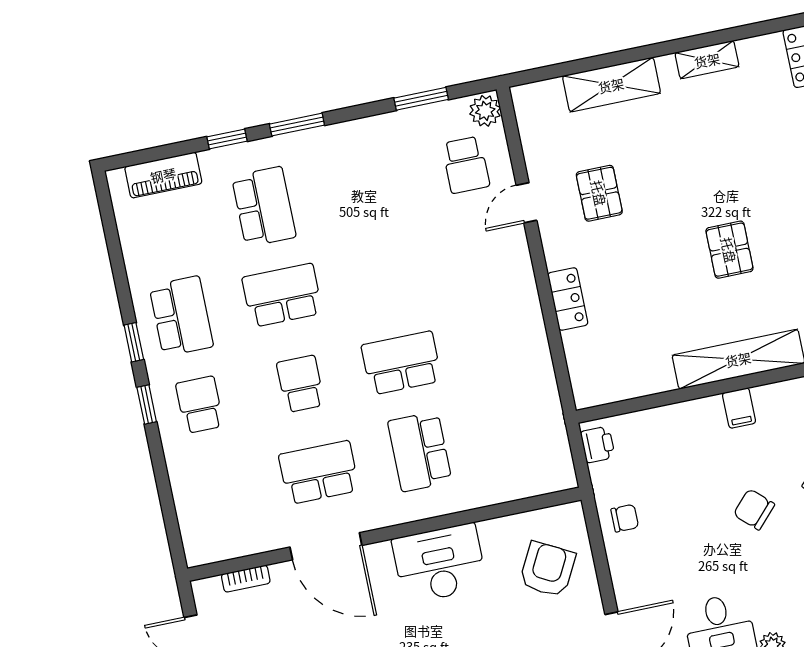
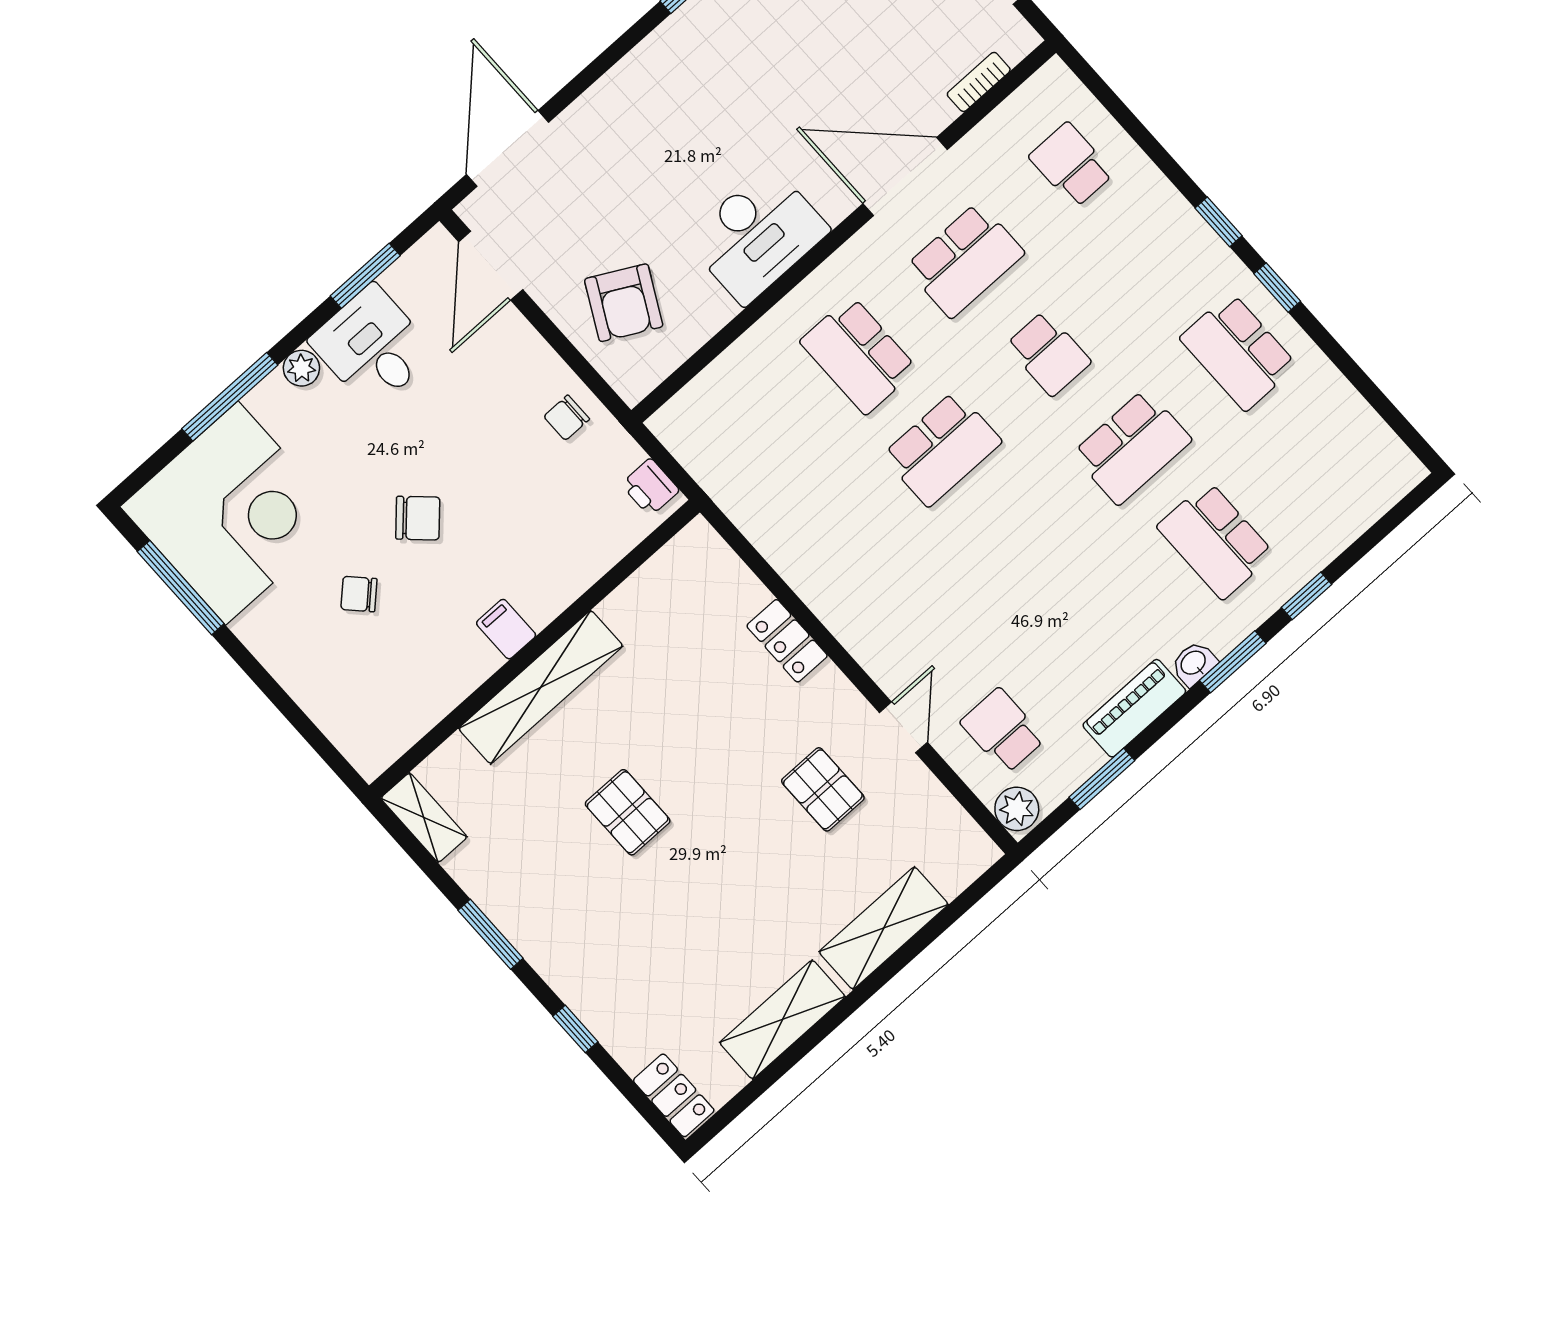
shelving: (707, 60) -> (782, 1020), width x1.50, depth x1.33
washbasin: (322, 138) -> (1194, 663), added
piano: (163, 175) -> (1134, 708), moved
school desk: (200, 405) -> (1071, 165), moved, turned 180
school desk: (420, 452) -> (858, 355), turned 180

